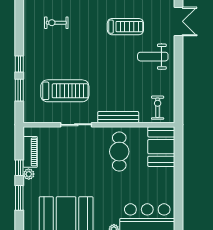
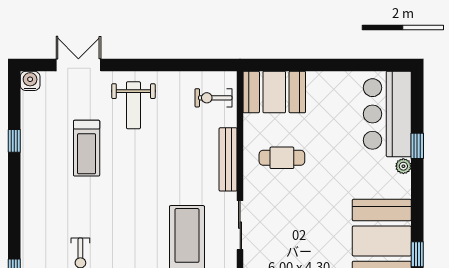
treadmill: (125, 27) -> (87, 148), turned 180
cafe table: (119, 152) -> (282, 158), width x0.73, depth x0.74

